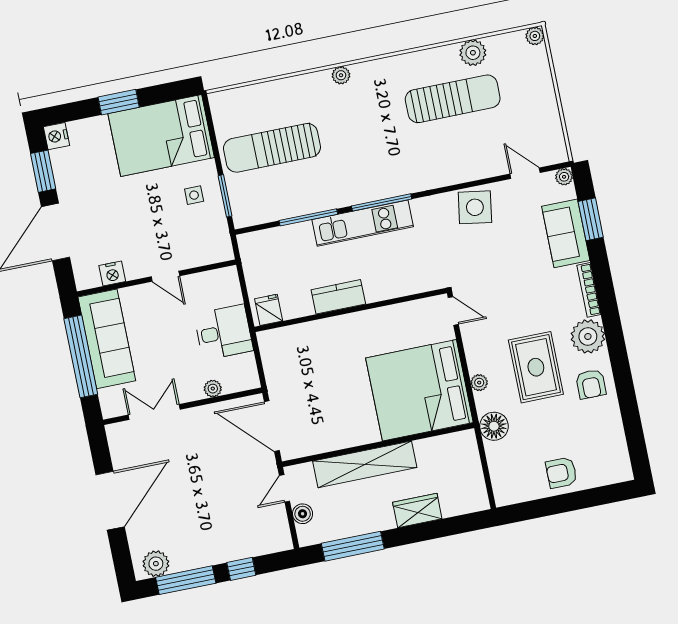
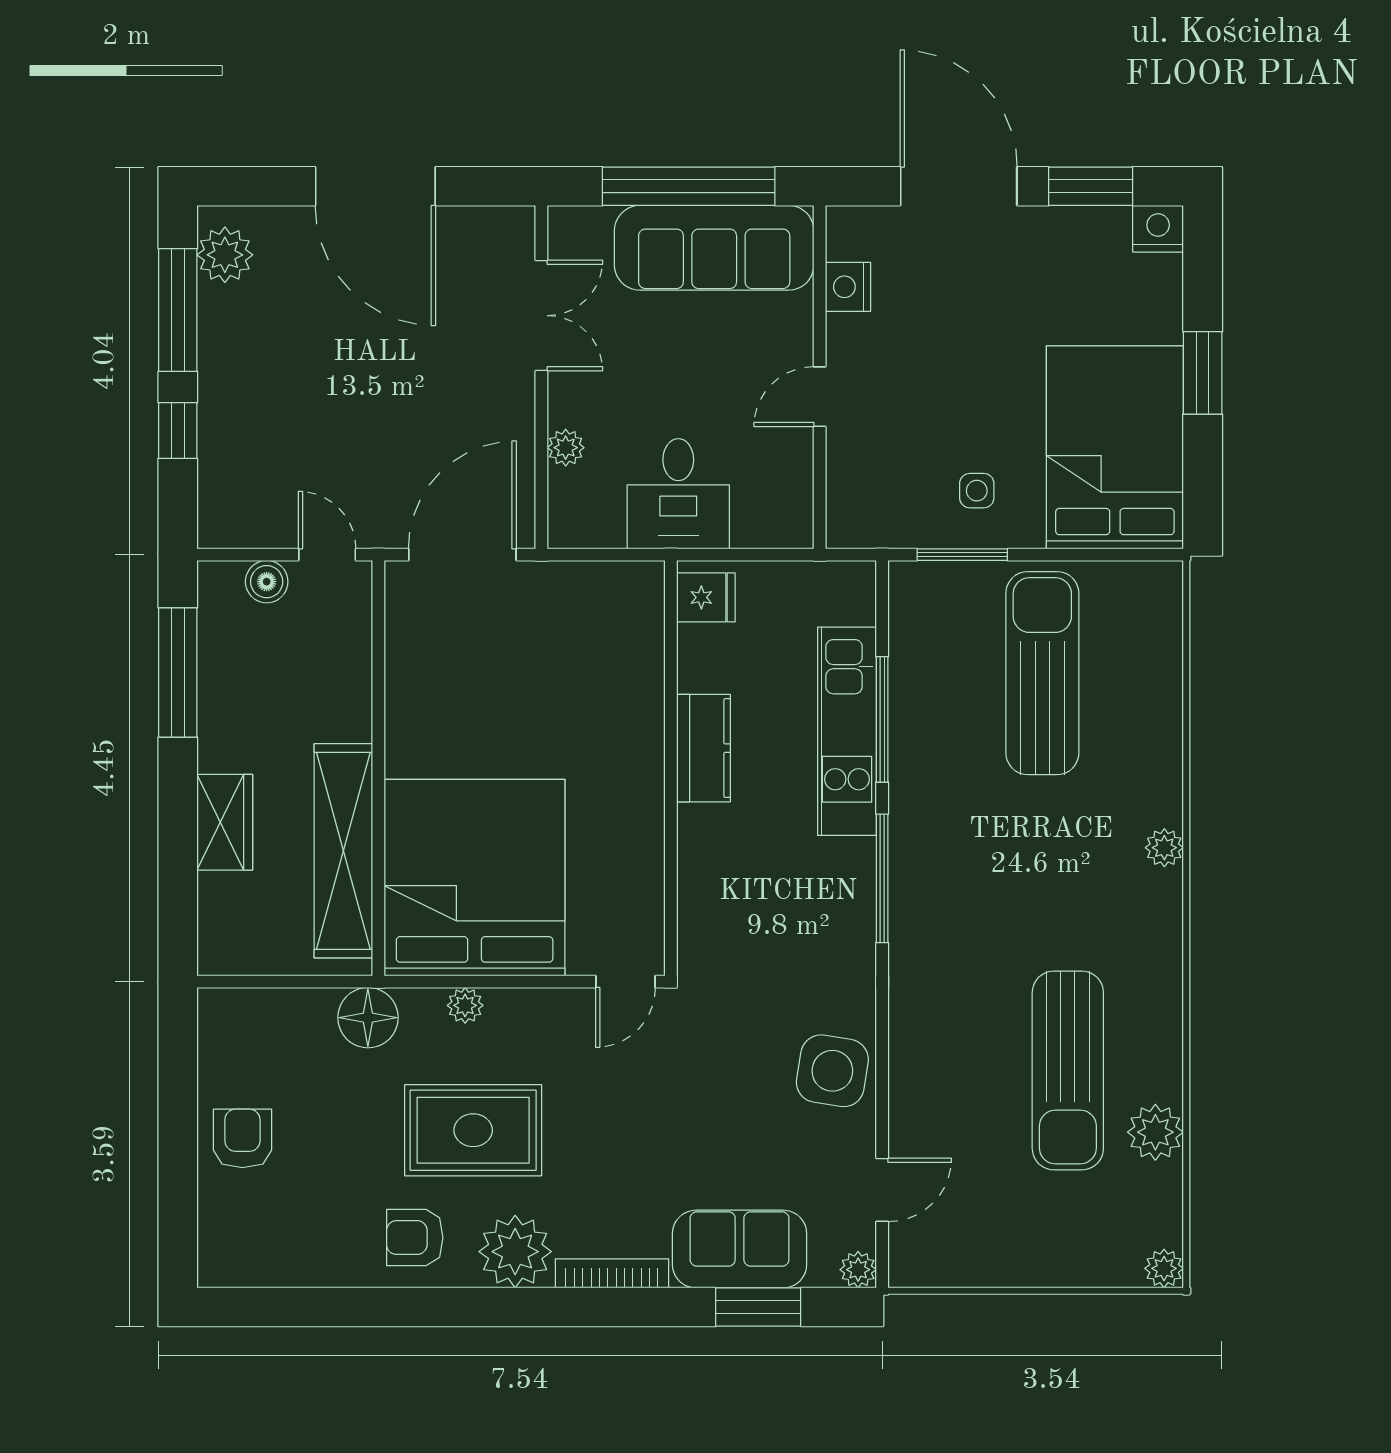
kitchen unit: (363, 223) -> (847, 731), moved
shelving: (365, 464) -> (343, 851), moved

